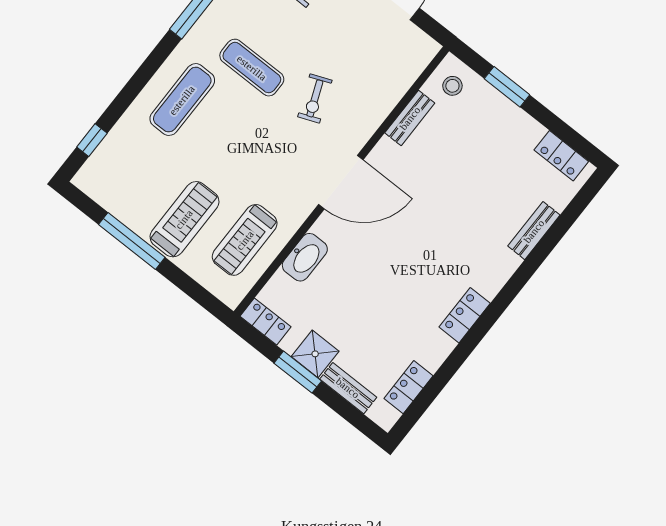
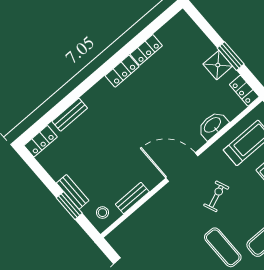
exercise bike: (315, 98) -> (216, 196), moved
locker: (561, 156) -> (41, 141), moved, turned 90
locker: (409, 387) -> (146, 50), moved
bench: (348, 388) -> (73, 192), moved

